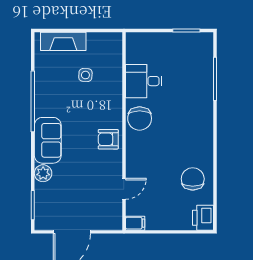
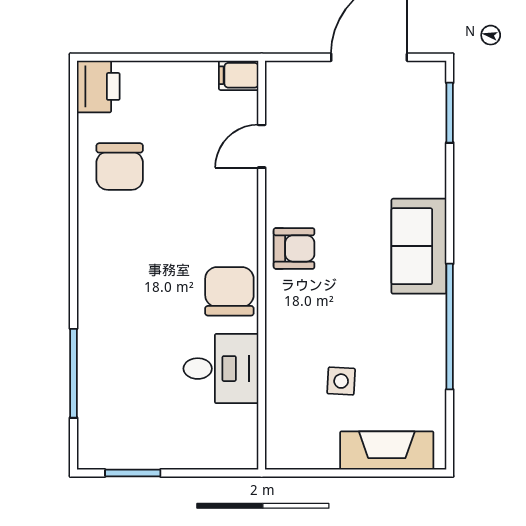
plant: (43, 173) -> (429, 178), removed

